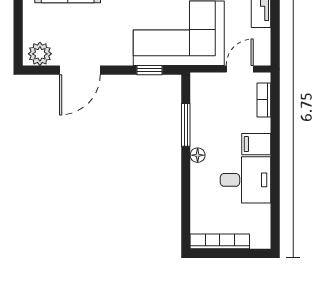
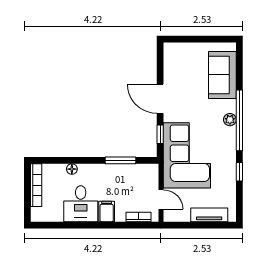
plant: (40, 54) -> (172, 55), removed
door: (80, 70) -> (160, 99), moved
floor lamp: (198, 155) -> (72, 169), moved

